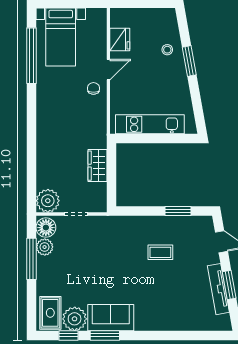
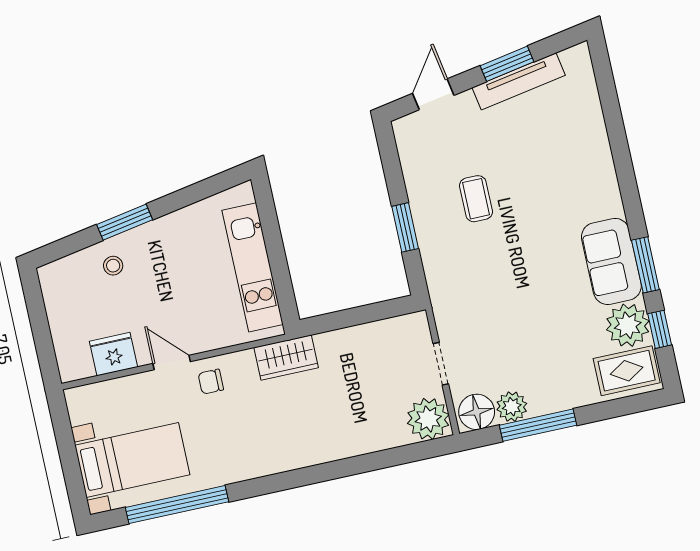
wardrobe: (97, 166) -> (286, 358), moved
window: (178, 211) -> (405, 227), moved

